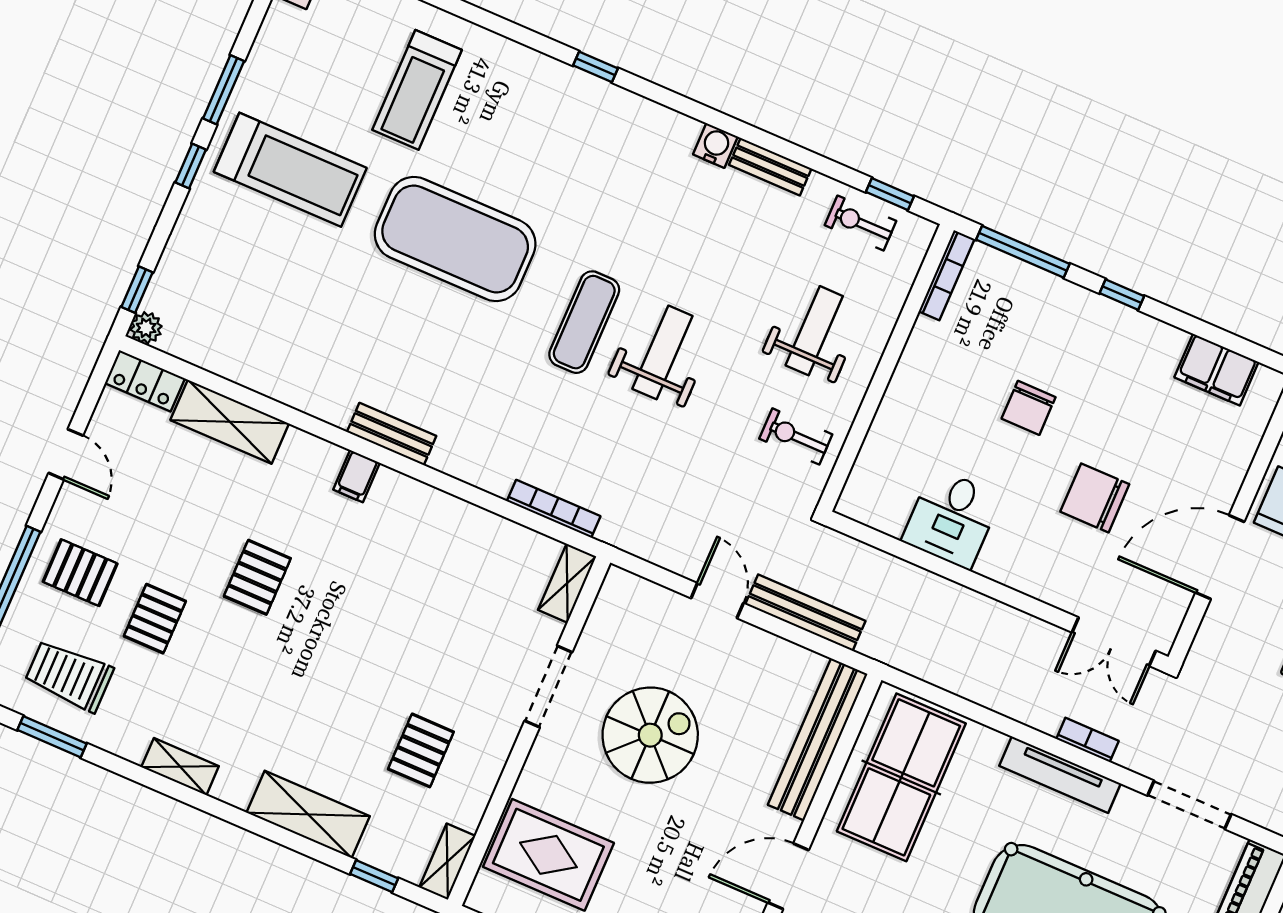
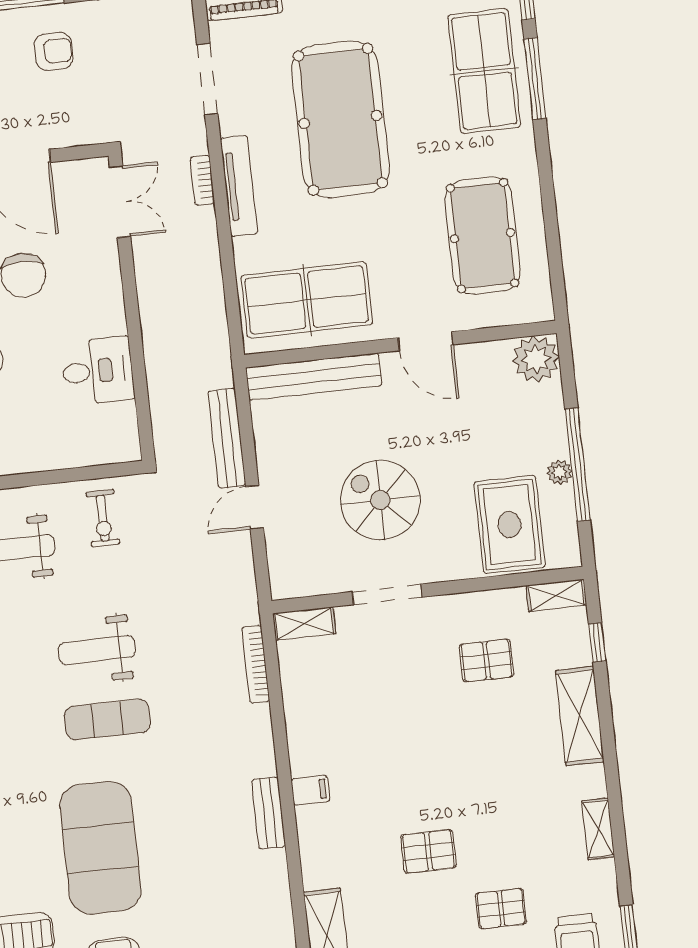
filing cabinet: (357, 476) -> (310, 790), moved

